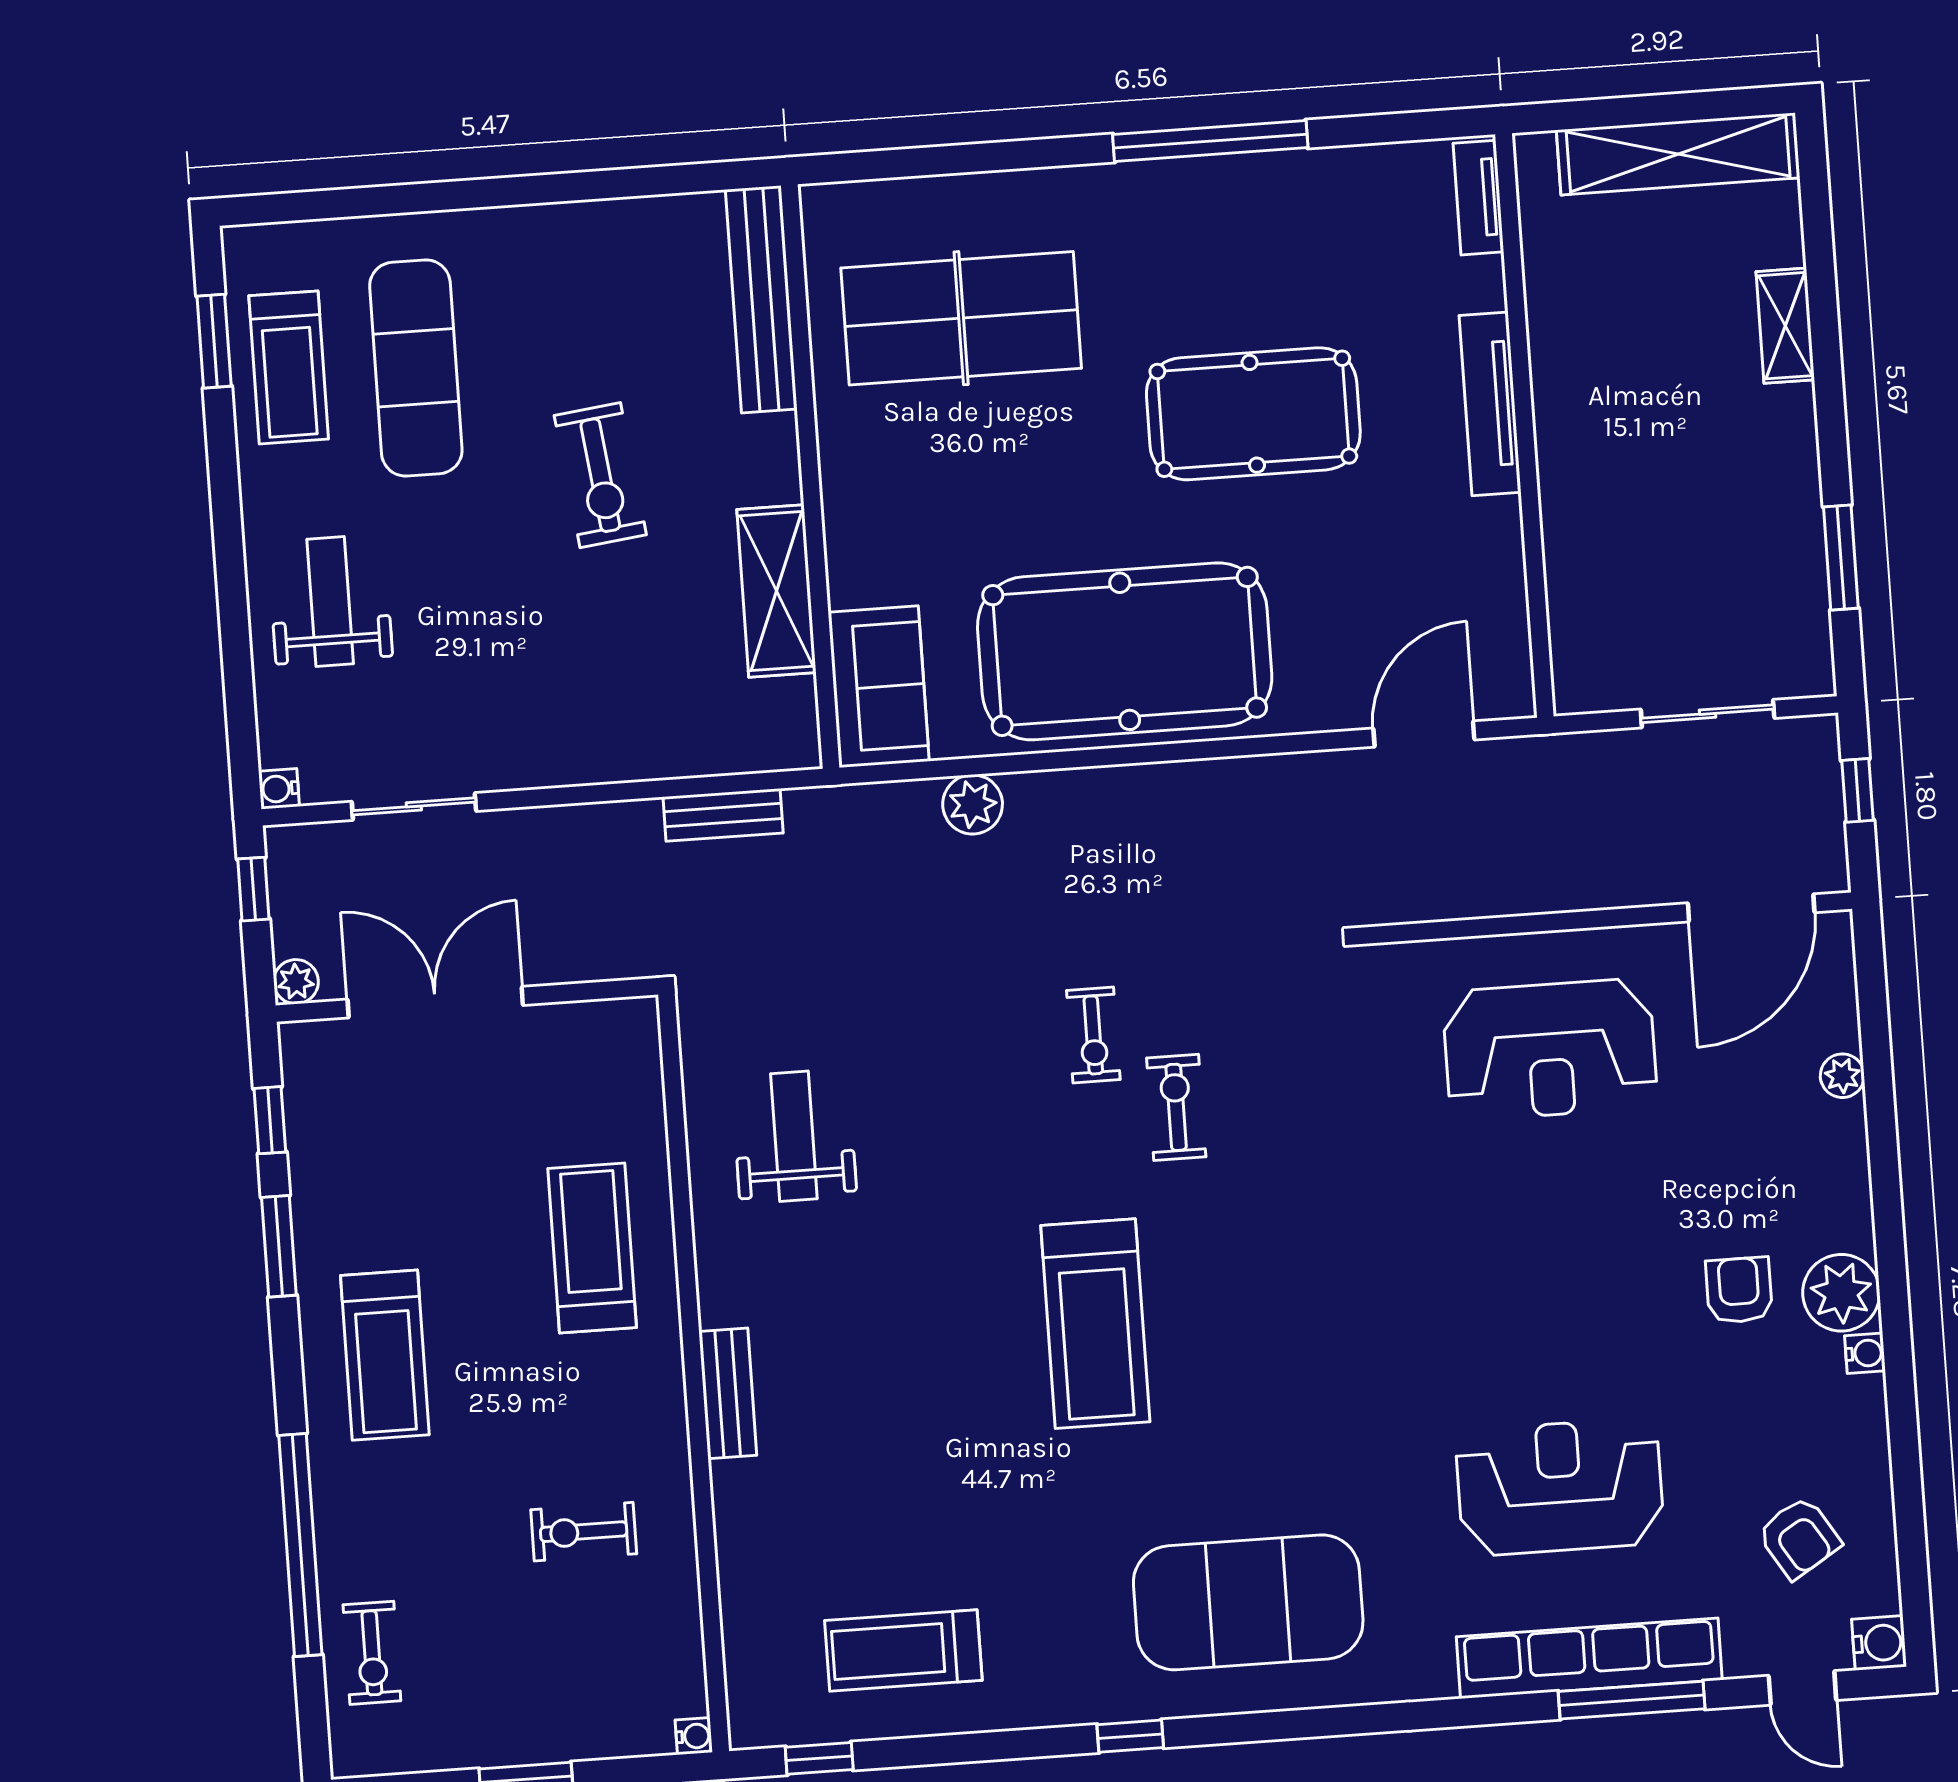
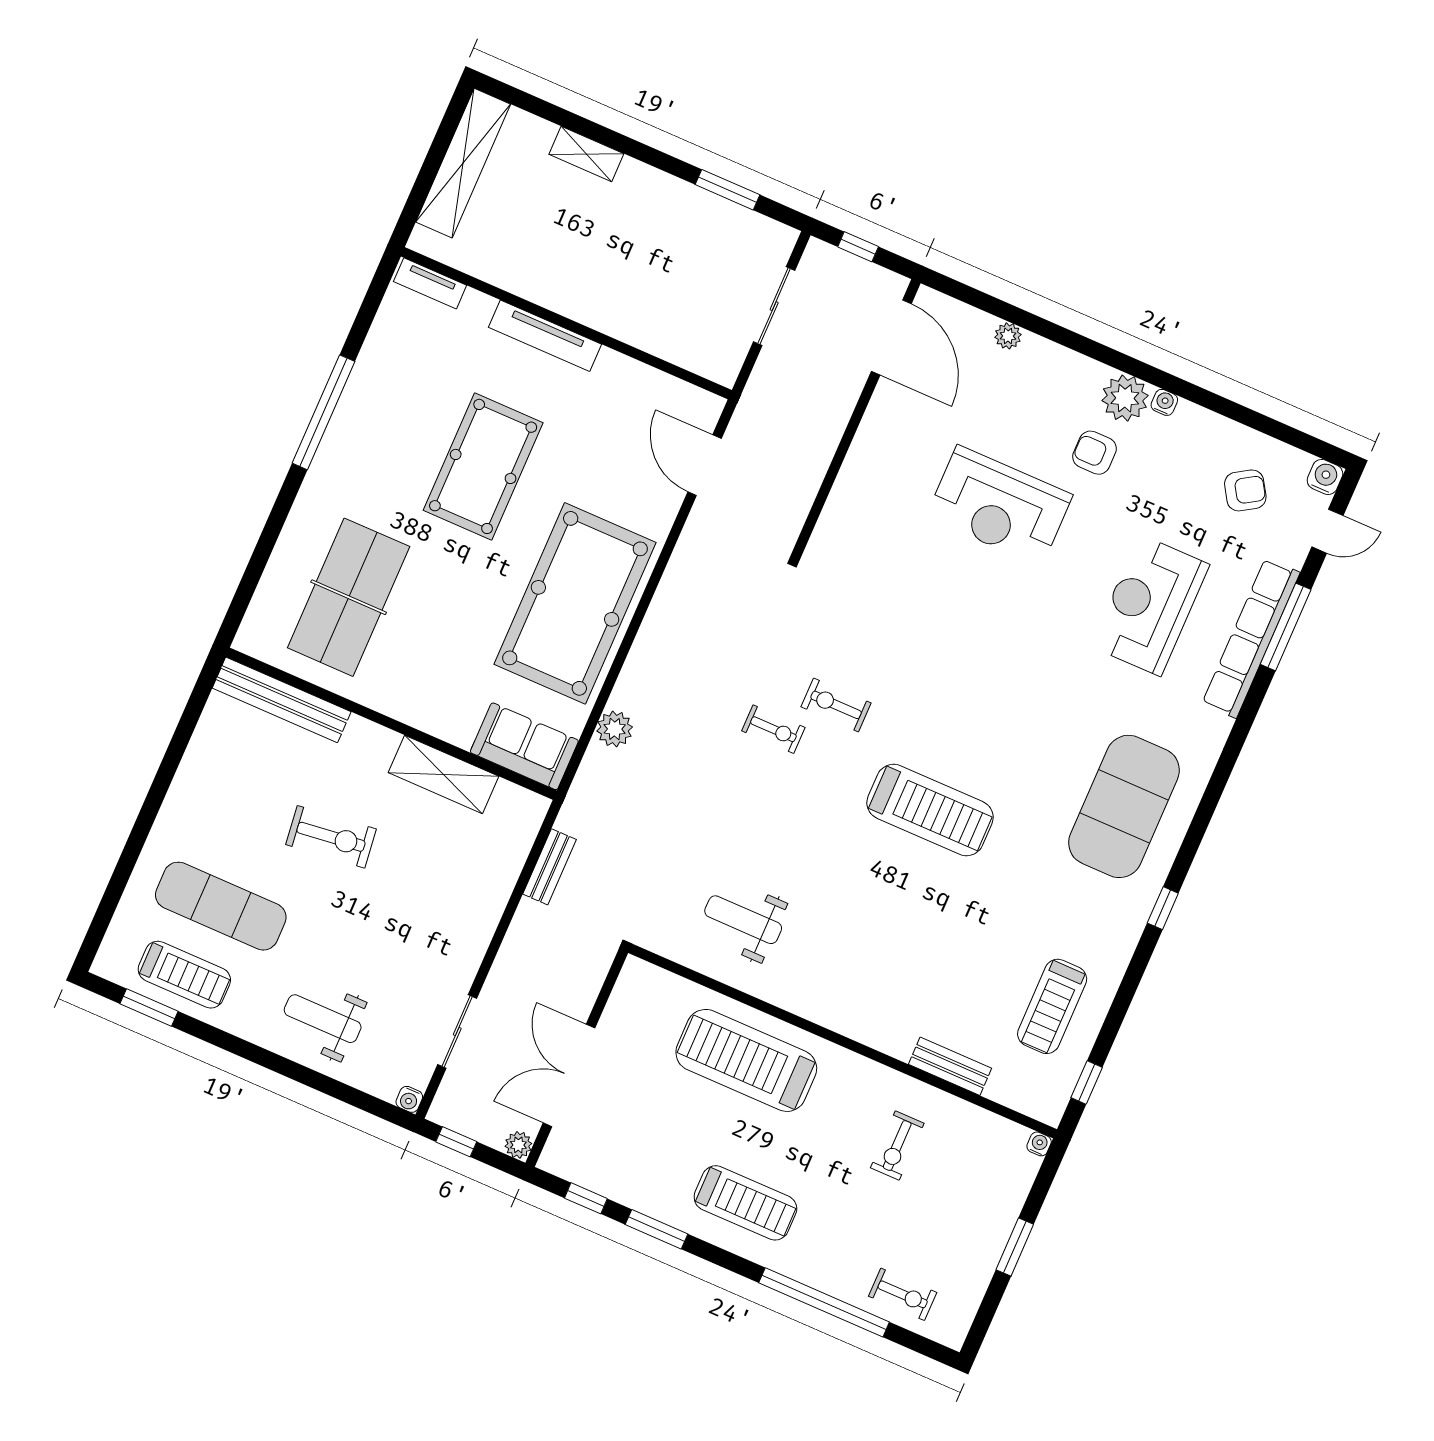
reception desk: (1550, 1050) -> (999, 506), moved, turned 90
treadmill: (592, 1248) -> (746, 1060), width x1.37, depth x1.38
bench: (728, 1393) -> (950, 1066), moved

